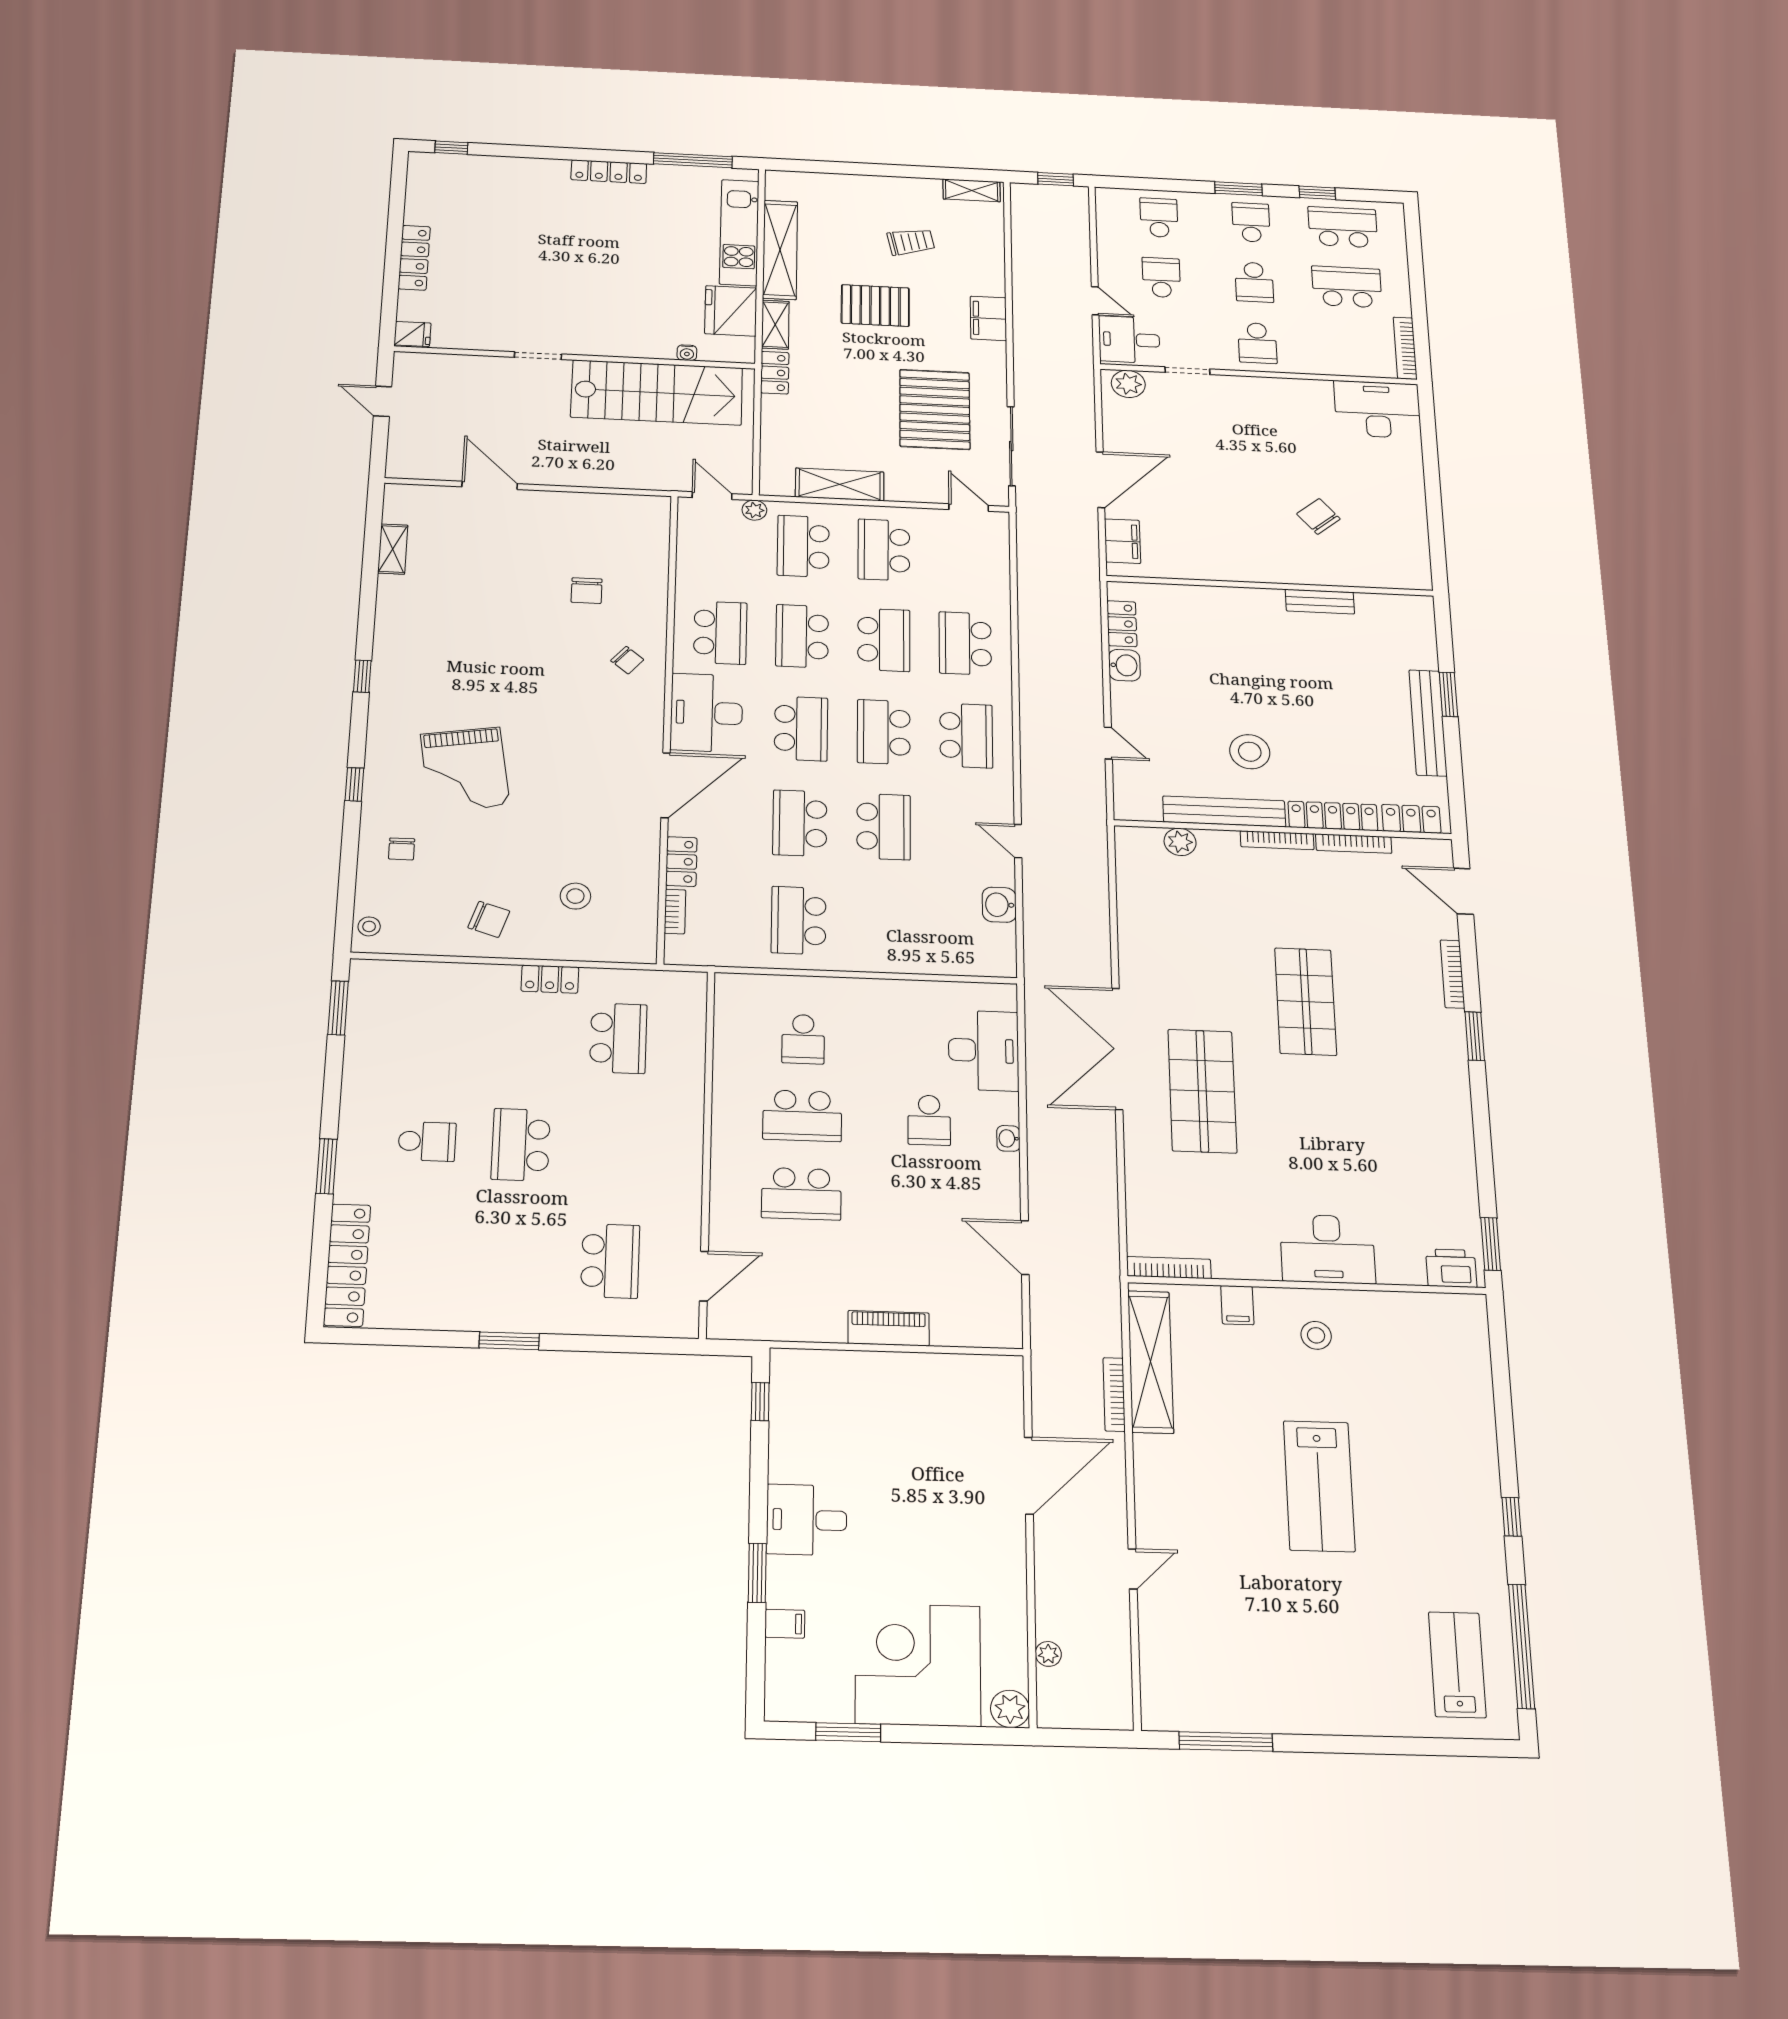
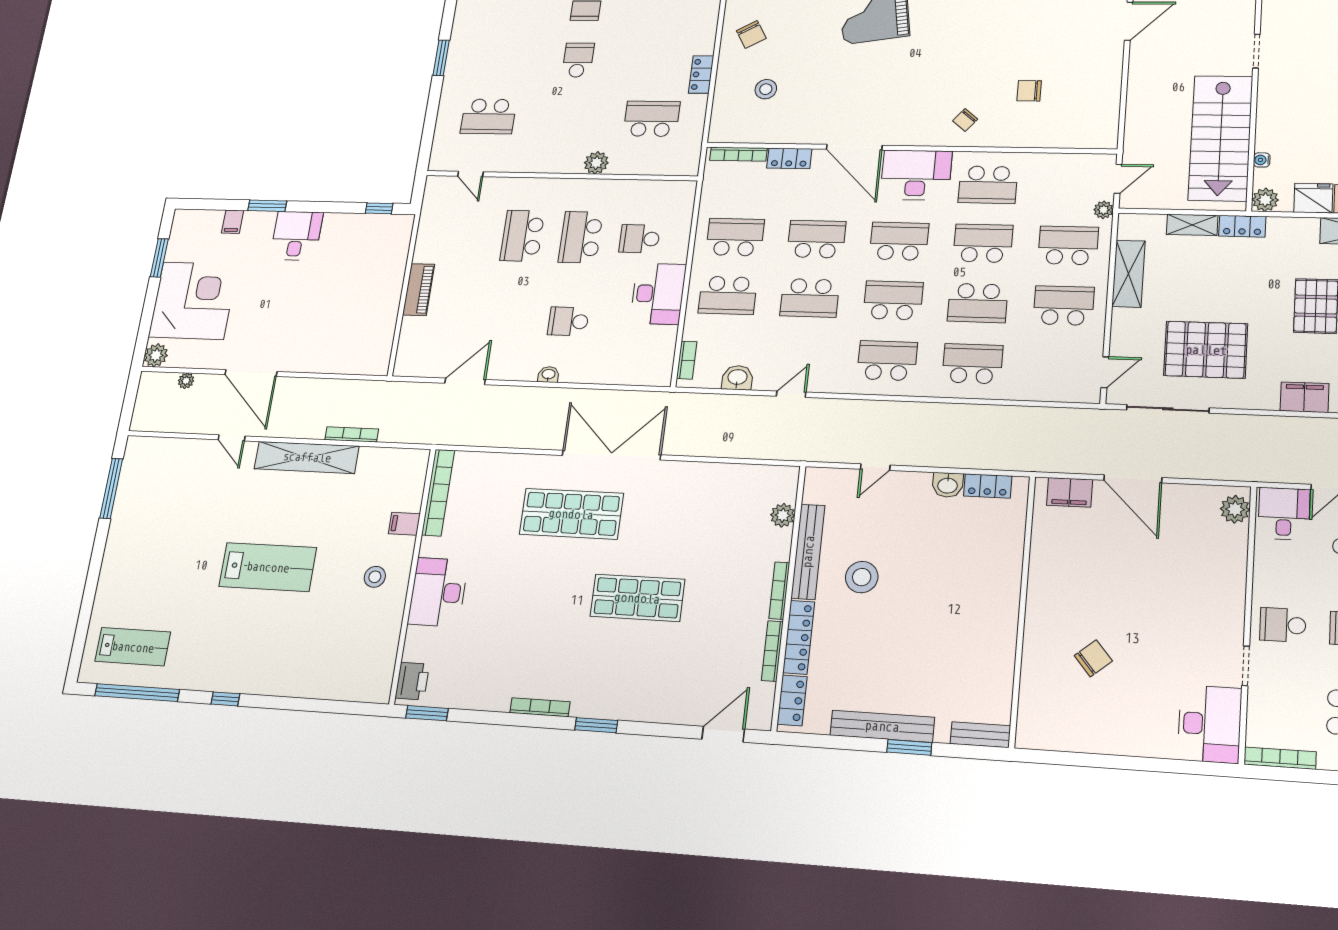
fridge: (731, 311) -> (1313, 198), width x0.73, depth x0.75
shelving: (775, 325) -> (1192, 225), moved
plant: (740, 350) -> (1265, 200), added
doorway: (1187, 371) -> (1246, 666), moved
bench: (1320, 602) -> (980, 735), moved, turned 90
school desk: (801, 729) -> (899, 241), turned 180
school desk: (966, 736) -> (887, 361), turned 180
bookcase: (675, 911) -> (738, 154), width x1.56
chair: (489, 919) -> (751, 34), turned -48
school desk: (883, 924) -> (728, 295), added
bookcase: (978, 967) -> (687, 360), added
bookcase: (1452, 974) -> (540, 707), moved
school desk: (618, 1038) -> (652, 119), turned 180
desk: (984, 1051) -> (658, 294), moved, turned -90
plant: (687, 1105) -> (596, 163), added
school desk: (521, 1145) -> (578, 60), width x0.54
bookcase: (1169, 1268) -> (438, 493), width x1.48, depth x1.31
door: (704, 1276) -> (470, 174), width x0.73
shelving: (1151, 1362) -> (307, 457), moved
door: (1029, 1476) -> (251, 373), moved
lab bench: (1319, 1486) -> (268, 567), turned 180

